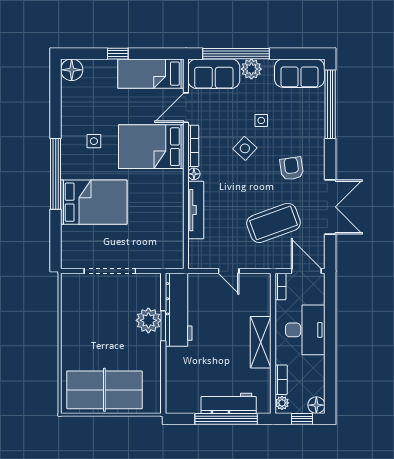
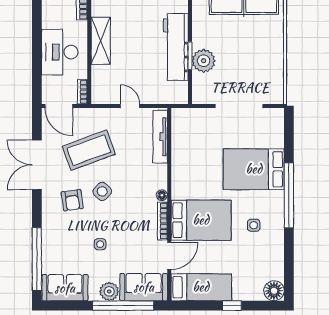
side table: (245, 148) -> (102, 191), moved
tv unit: (196, 210) -> (160, 137), moved
workbench: (179, 310) -> (176, 47), moved

